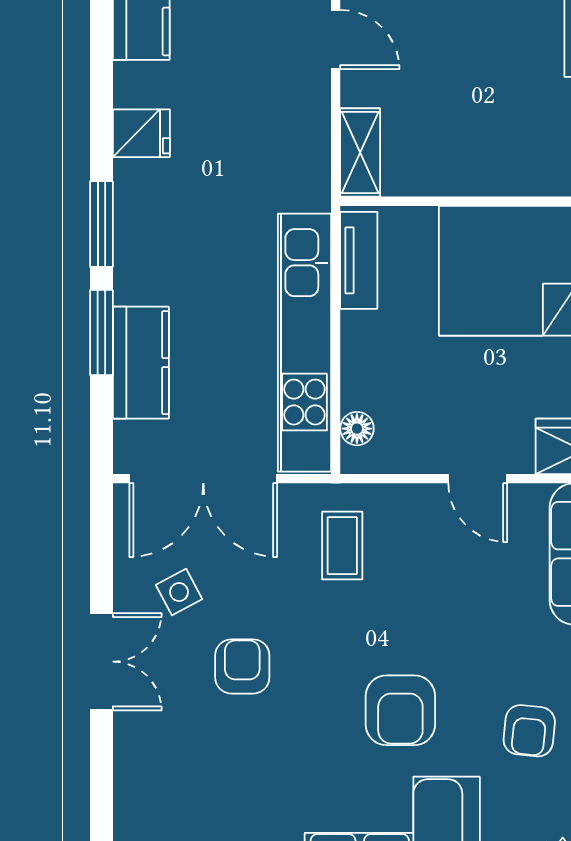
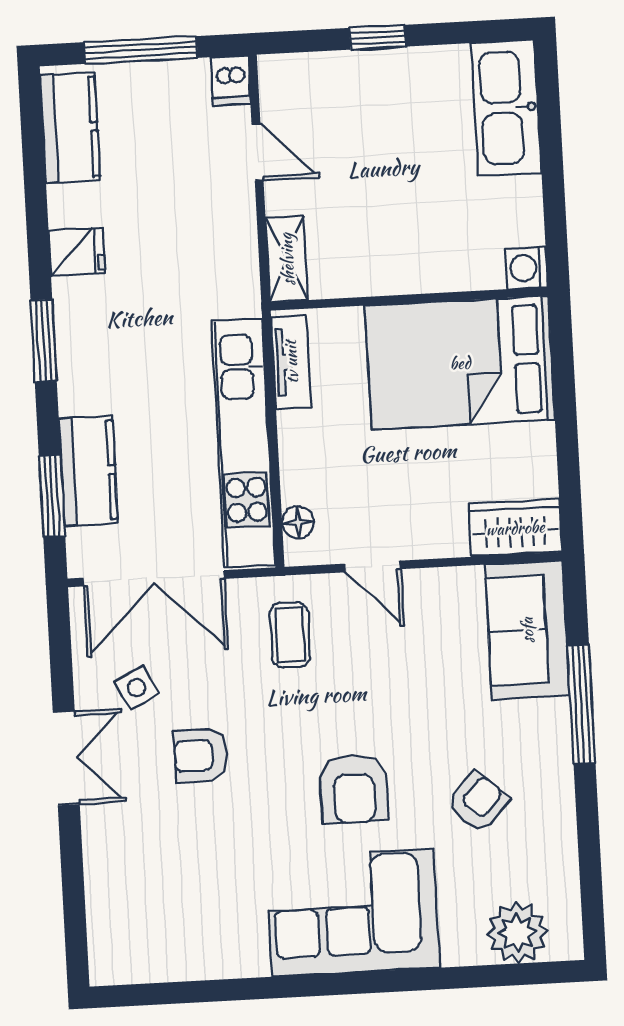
window: (101, 333) -> (52, 496), moved
door: (478, 479) -> (373, 566), moved
armchair: (242, 666) -> (201, 755), turned -90
armchair: (529, 731) -> (478, 802), turned -144

